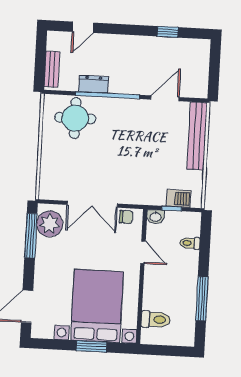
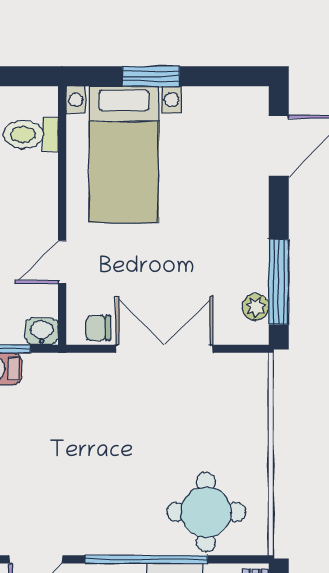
plant: (50, 224) -> (255, 307), width x0.53, depth x0.53
door: (143, 252) -> (62, 262), hinge flipped
bed with nightstands: (97, 306) -> (124, 154), width x0.73

